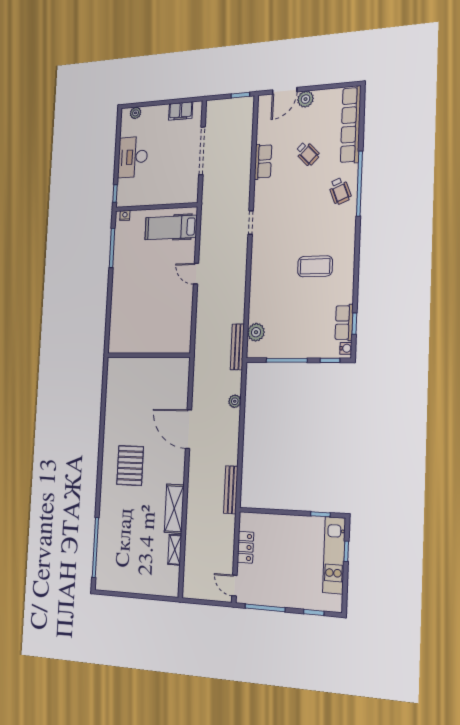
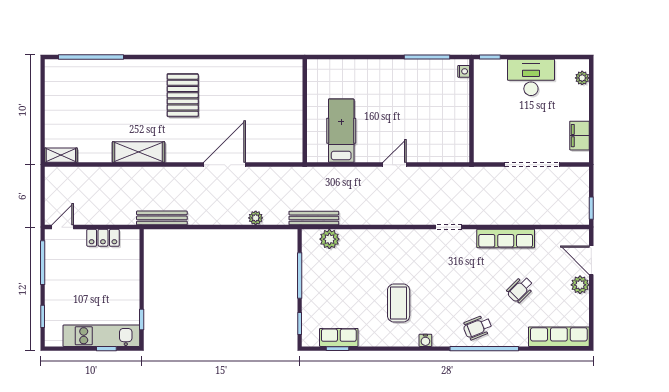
row of seats: (351, 125) -> (559, 337), width x0.73
row of seats: (263, 162) -> (506, 238), width x1.48
hospital bed: (171, 227) -> (341, 131), moved
water cooler: (346, 348) -> (425, 340), moved
pallet: (130, 466) -> (183, 95), turned 90
shelving: (175, 550) -> (61, 155), moved

